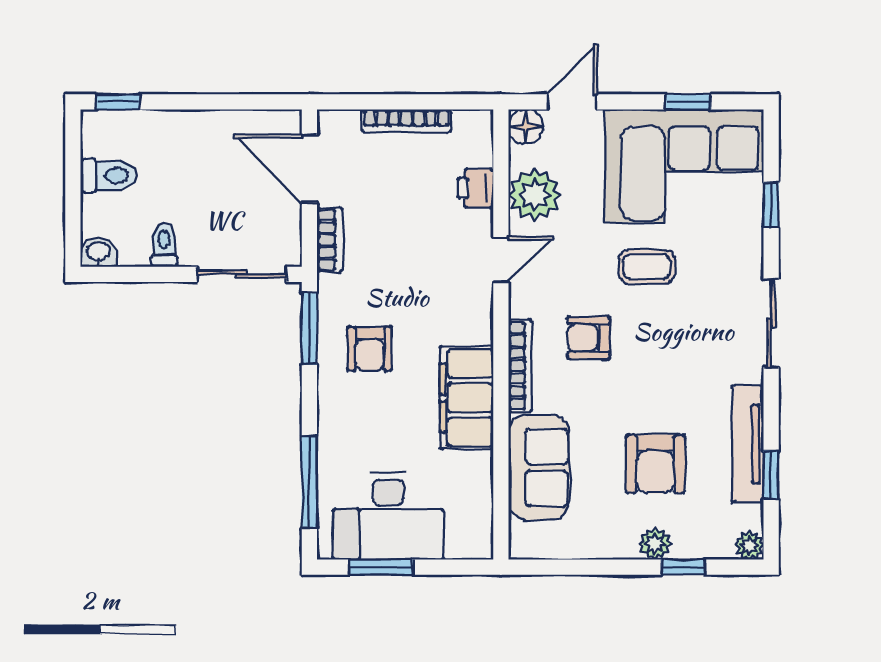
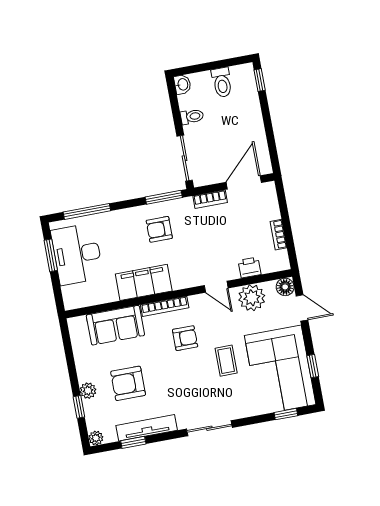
bookcase: (406, 121) -> (278, 235), width x0.64
window: (771, 205) -> (286, 414), moved
armchair: (589, 338) -> (185, 338), turned 90

